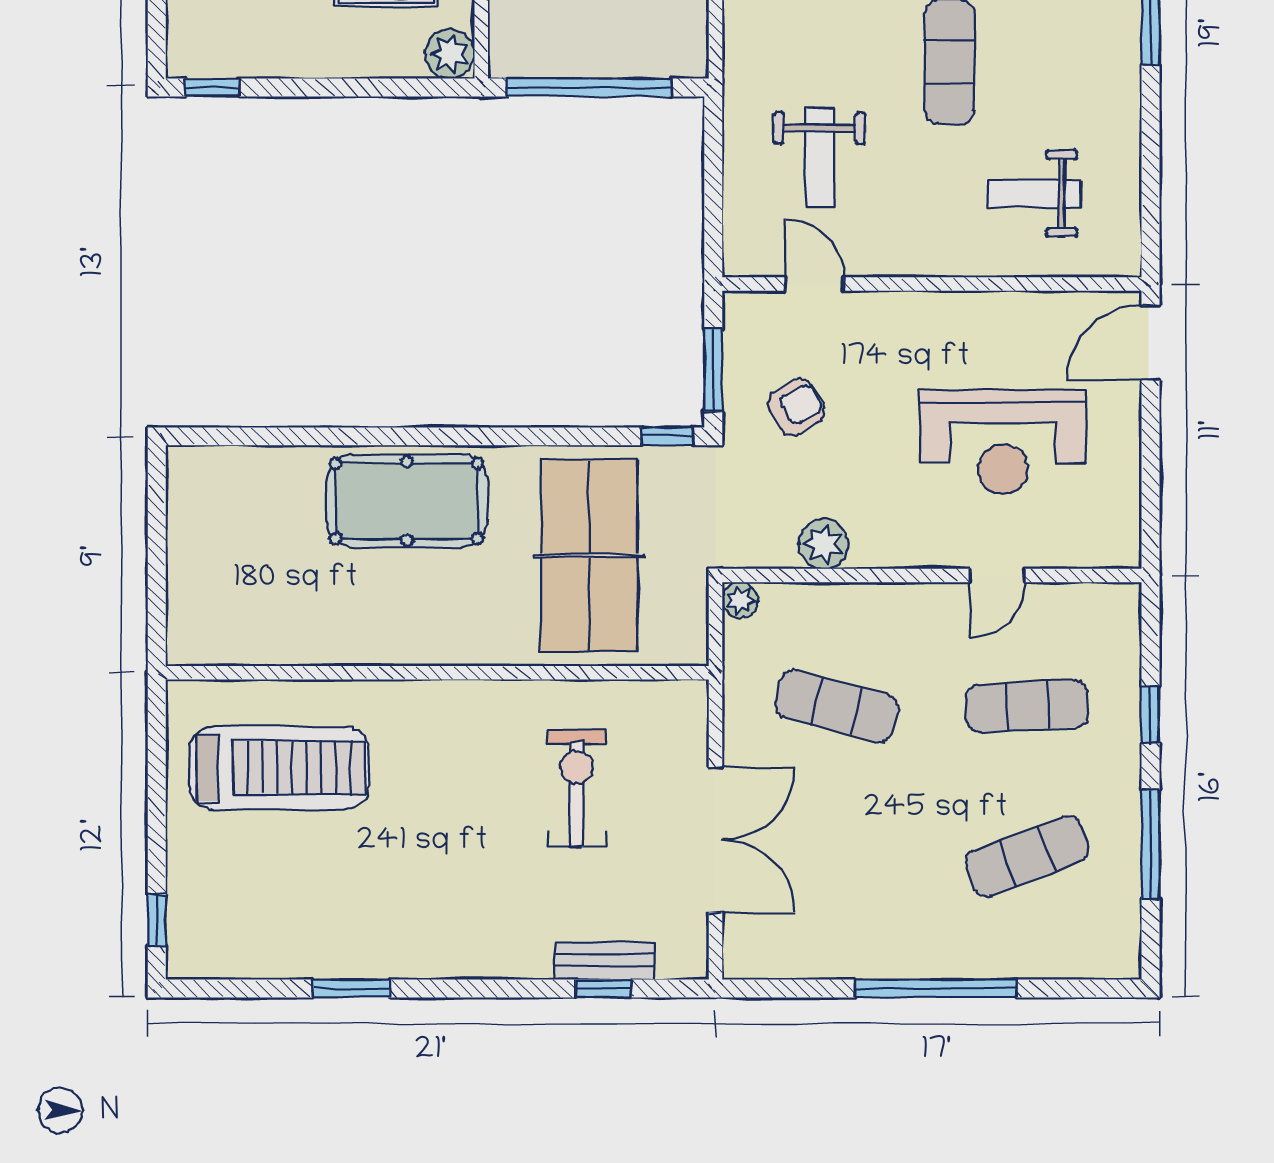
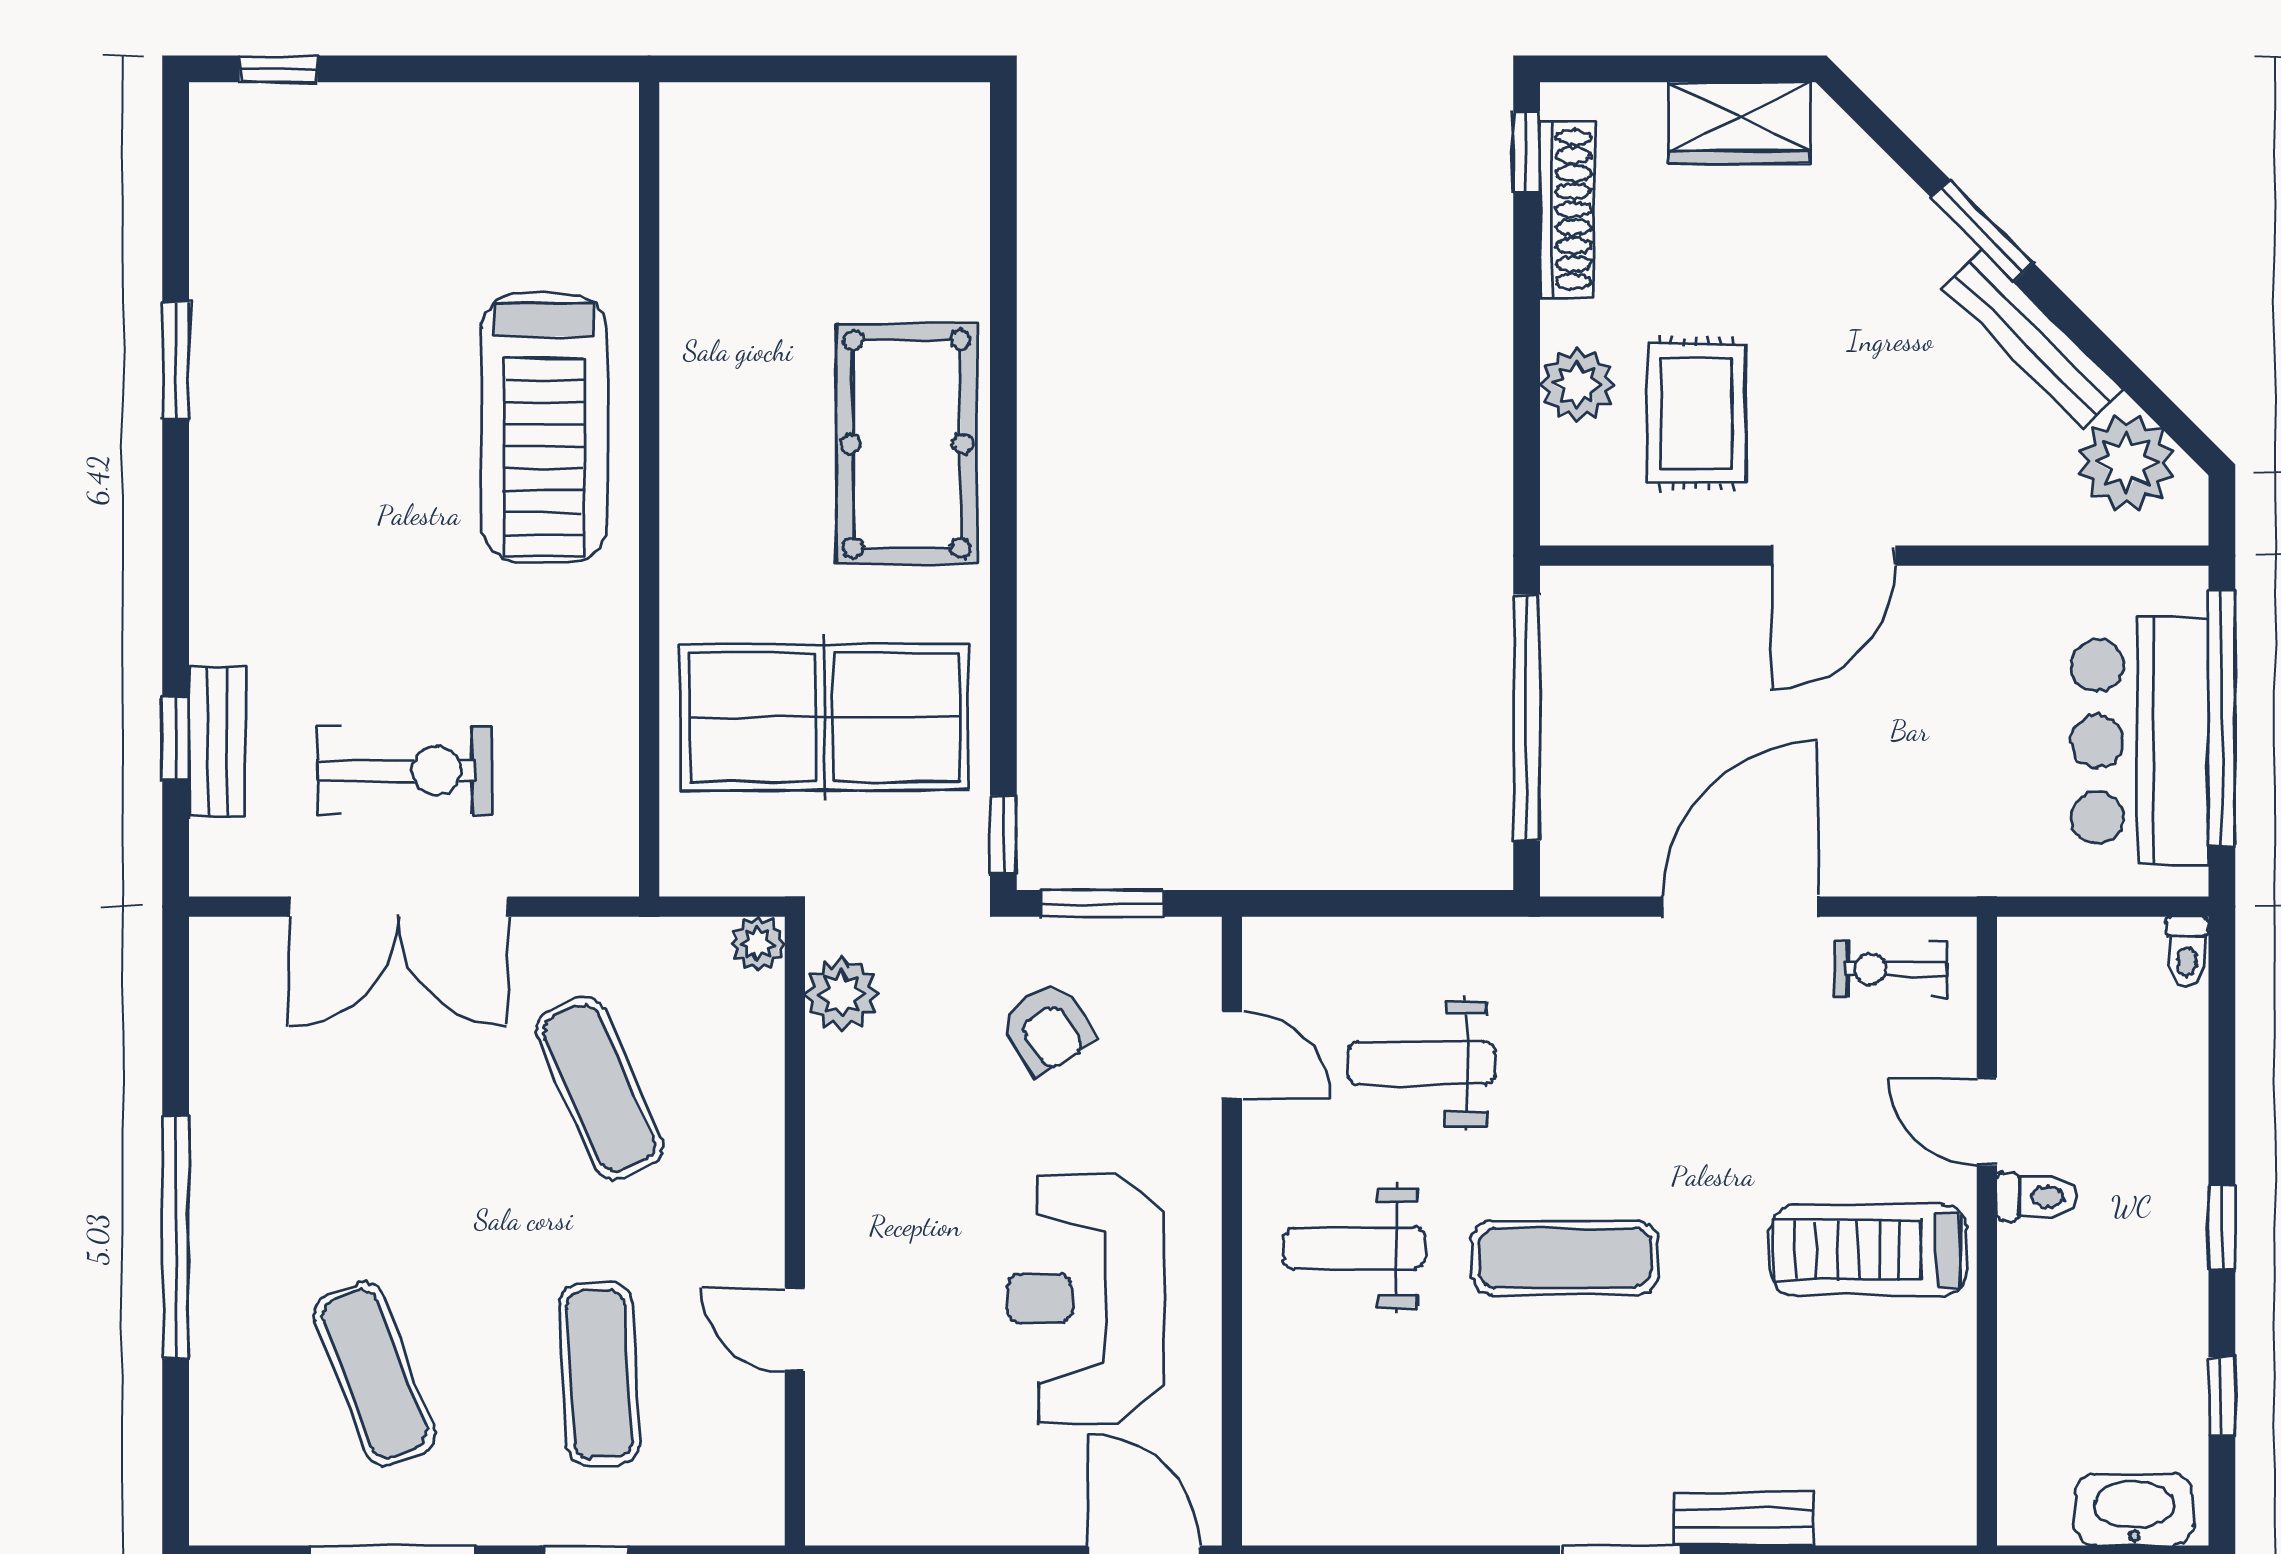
plant: (450, 54) -> (1577, 385), moved
shoe rack: (250, 60) -> (1567, 209), added
weight bench: (1033, 193) -> (1354, 1248), moved, turned -90
door: (815, 284) -> (1232, 1055), hinge flipped
reception desk: (1003, 442) -> (1086, 1298), moved
plant: (823, 544) -> (842, 994), moved
exercise mat: (837, 706) -> (599, 1088), turned -39
treadmill: (279, 768) -> (544, 428), moved
exercise bike: (577, 788) -> (405, 771), moved

